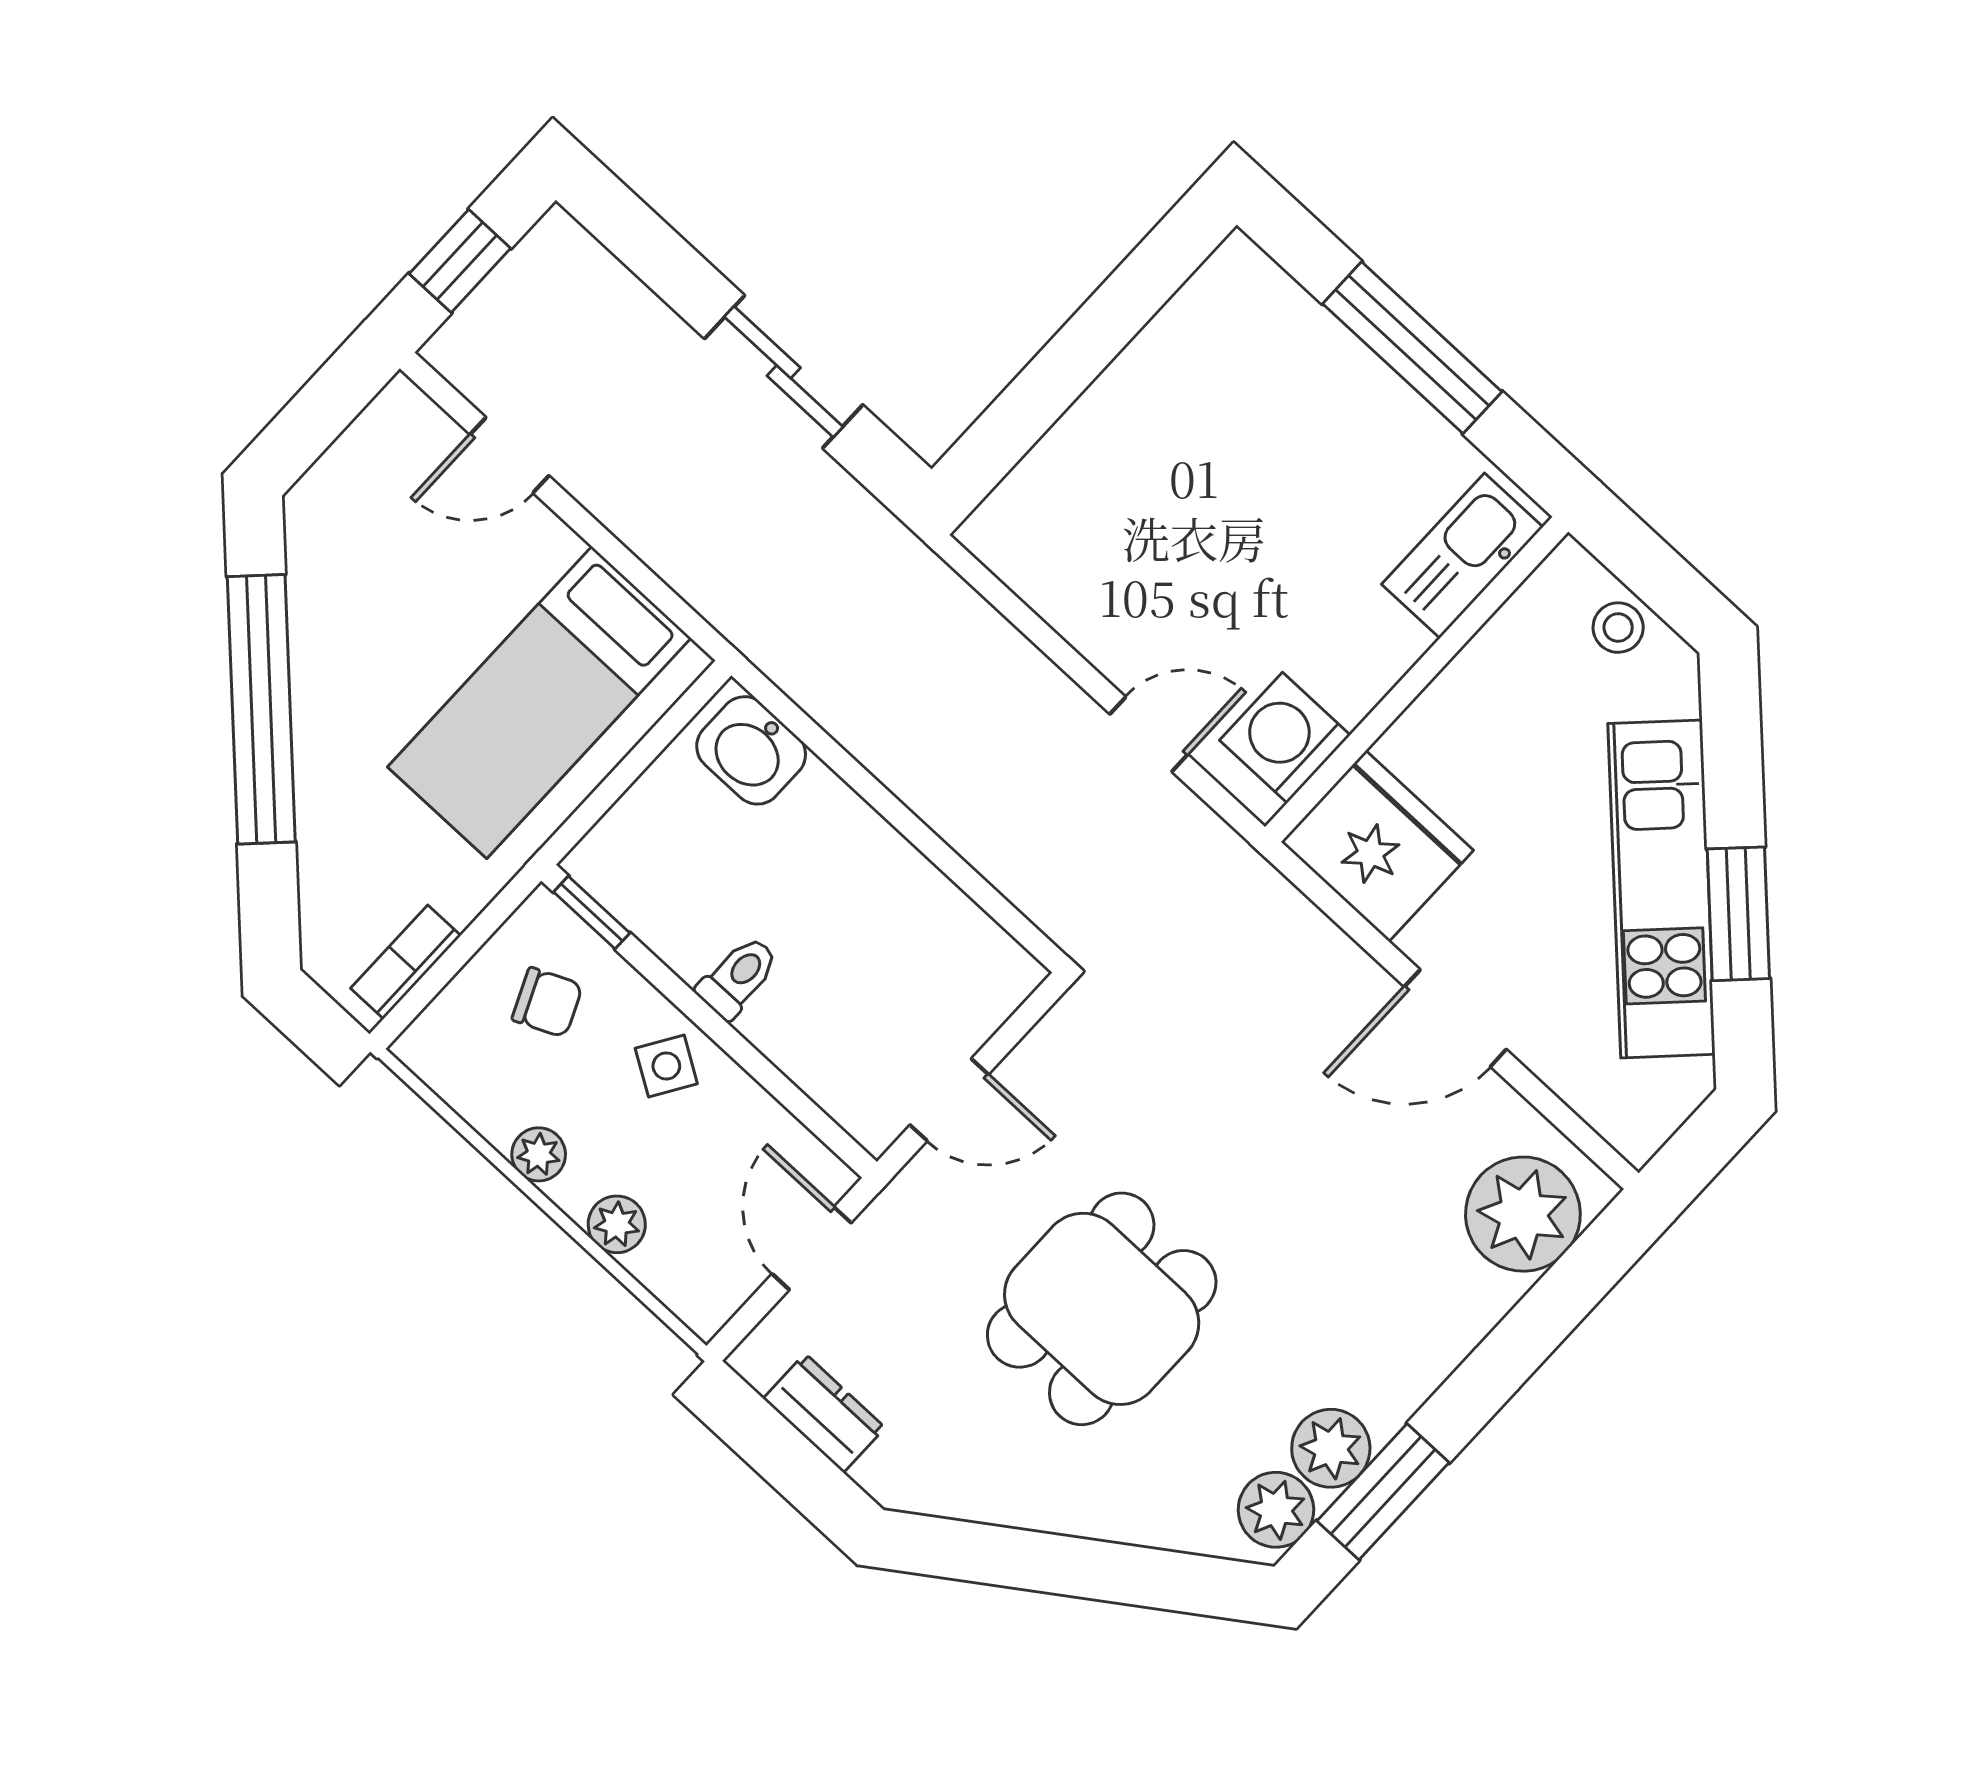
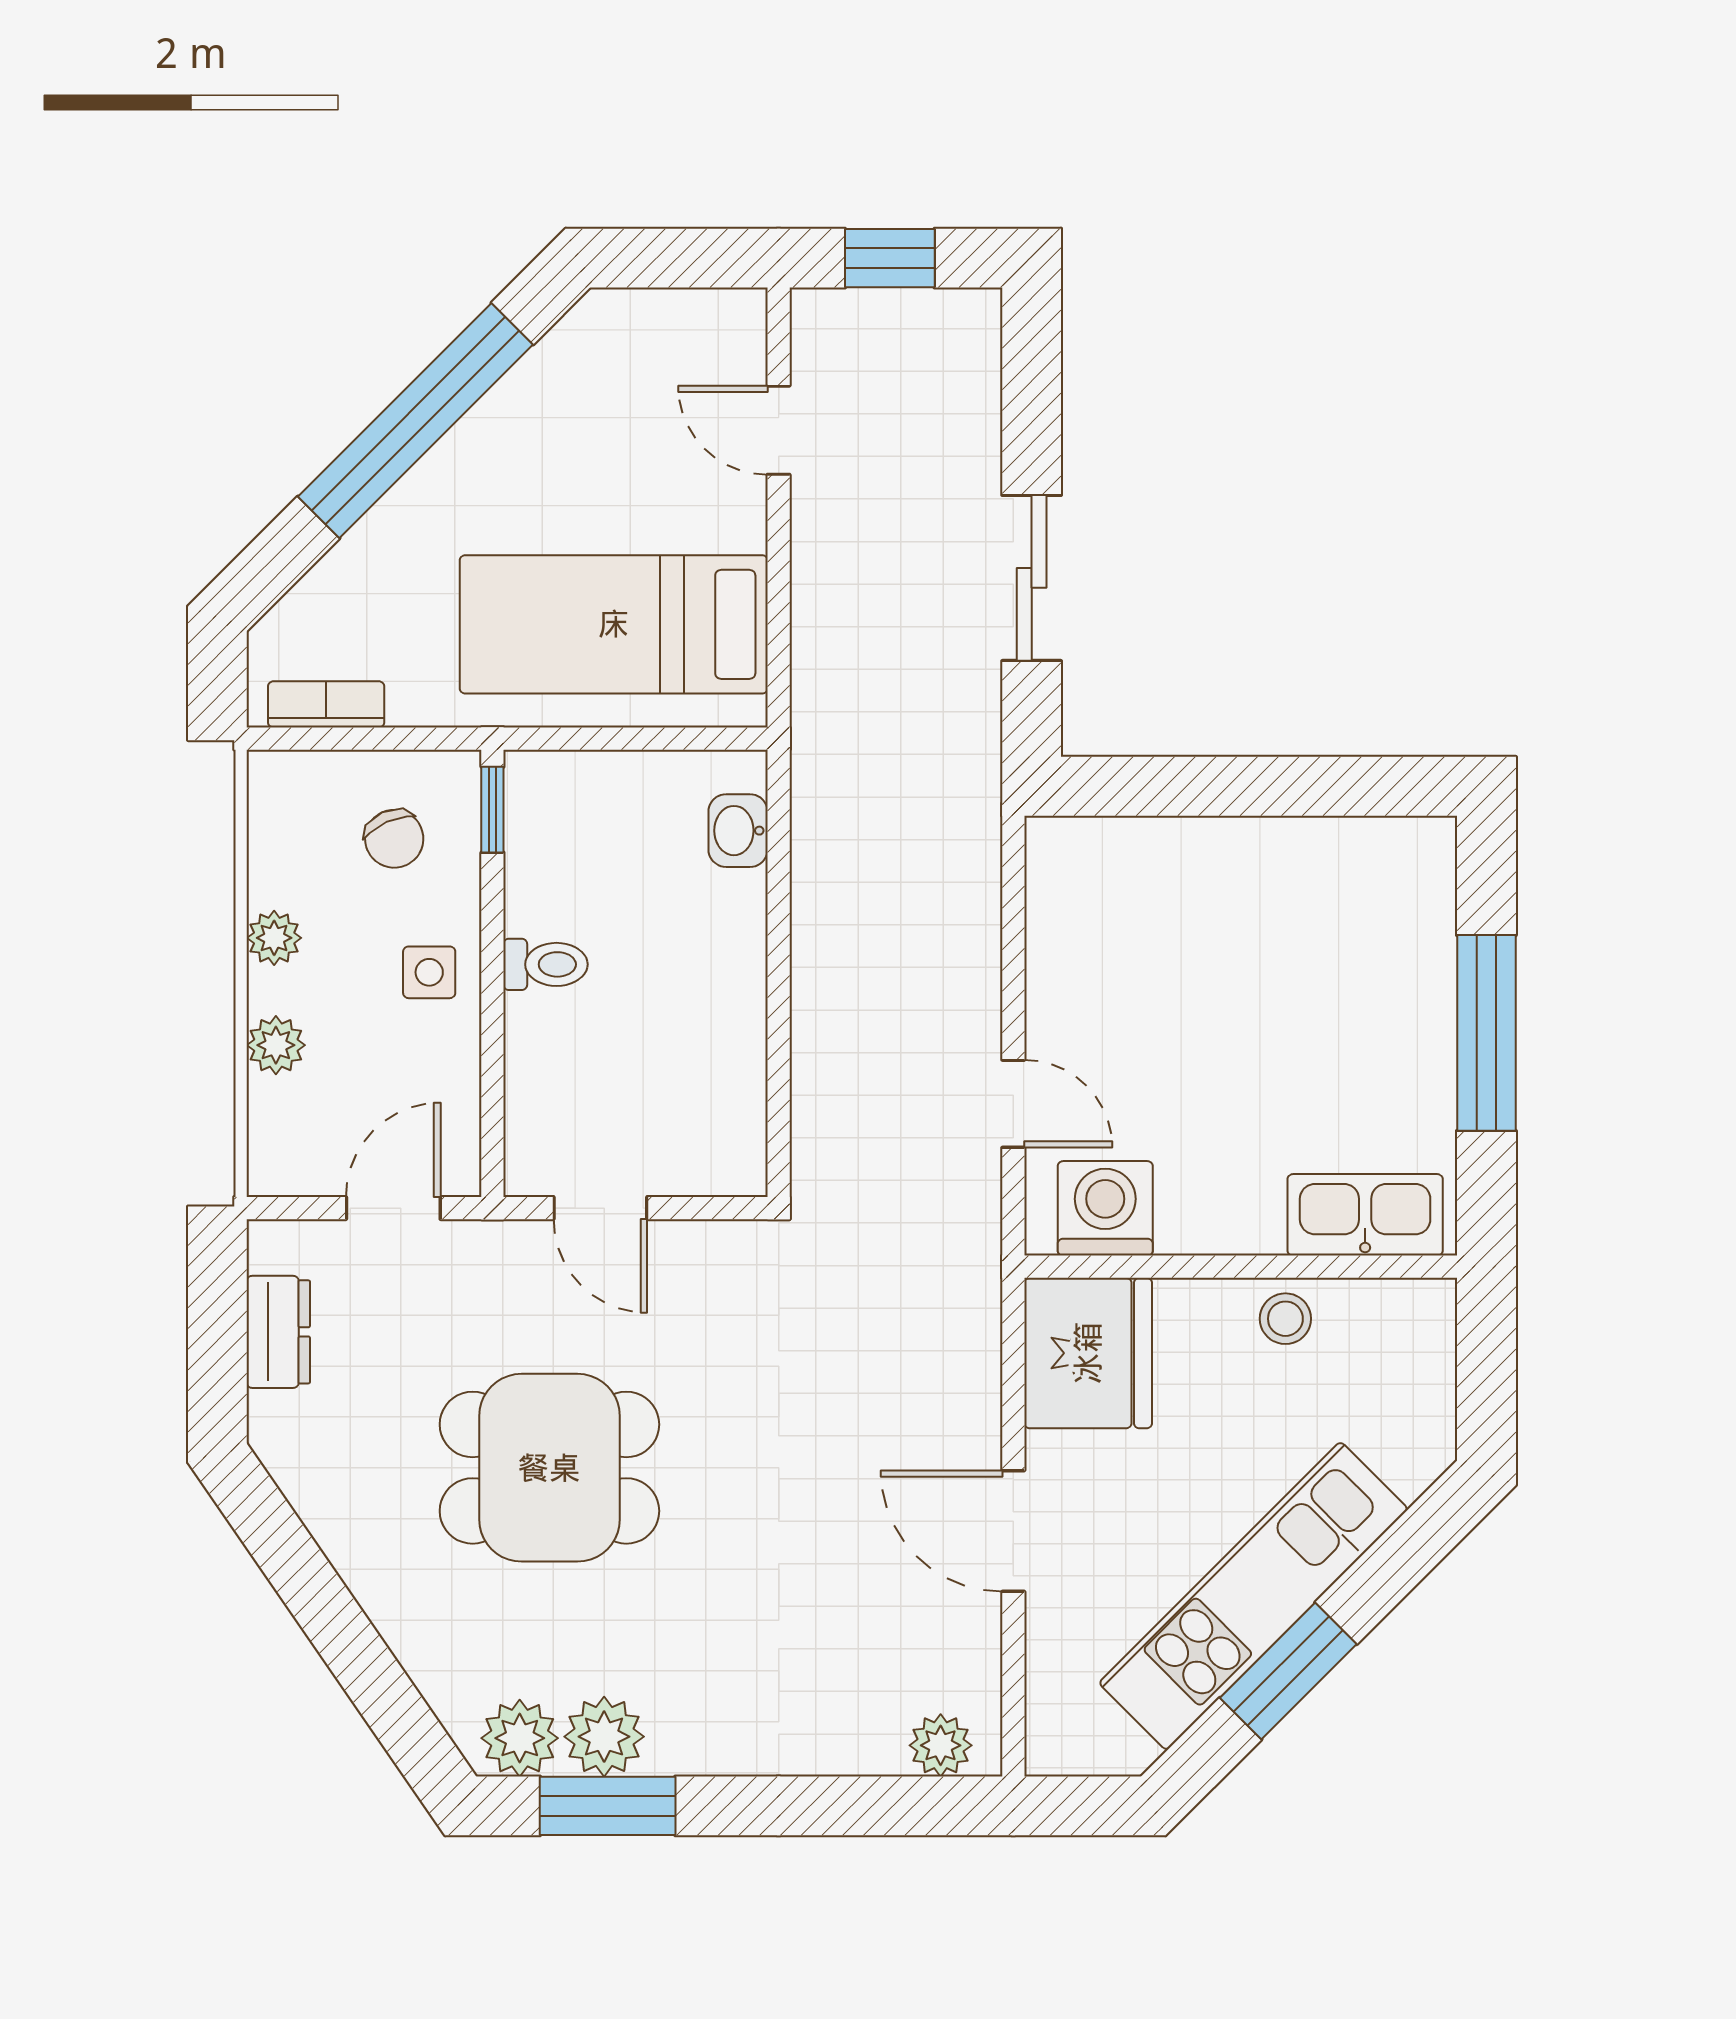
stool: (1618, 628) -> (1285, 1319), moved
washbasin: (751, 750) -> (738, 831), width x0.72, depth x0.69
side table: (666, 1066) -> (429, 972), turned -32
plant: (1523, 1214) -> (941, 1745), width x0.53, depth x0.53

